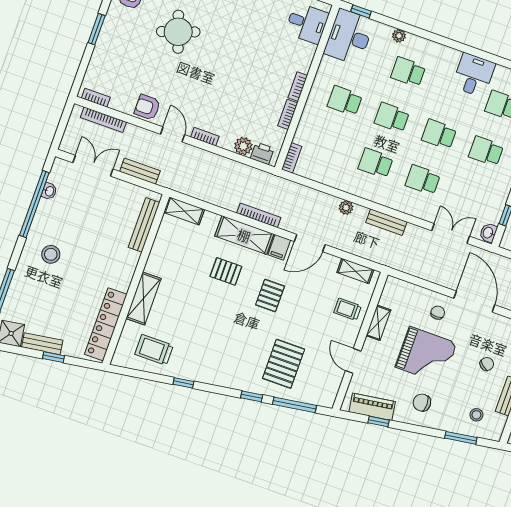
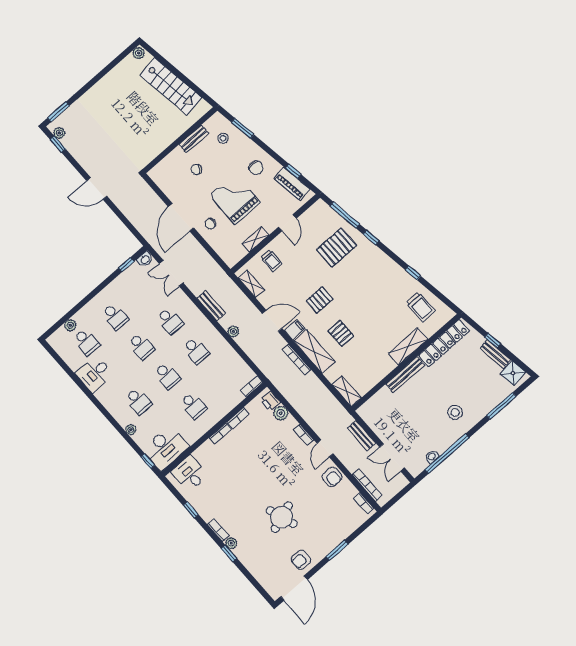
bench: (144, 225) -> (405, 375), moved

